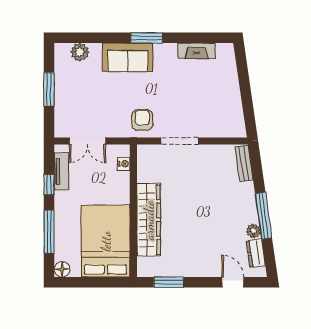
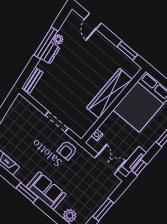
window: (49, 185) -> (139, 167), moved
dresser: (256, 253) -> (50, 53), moved

